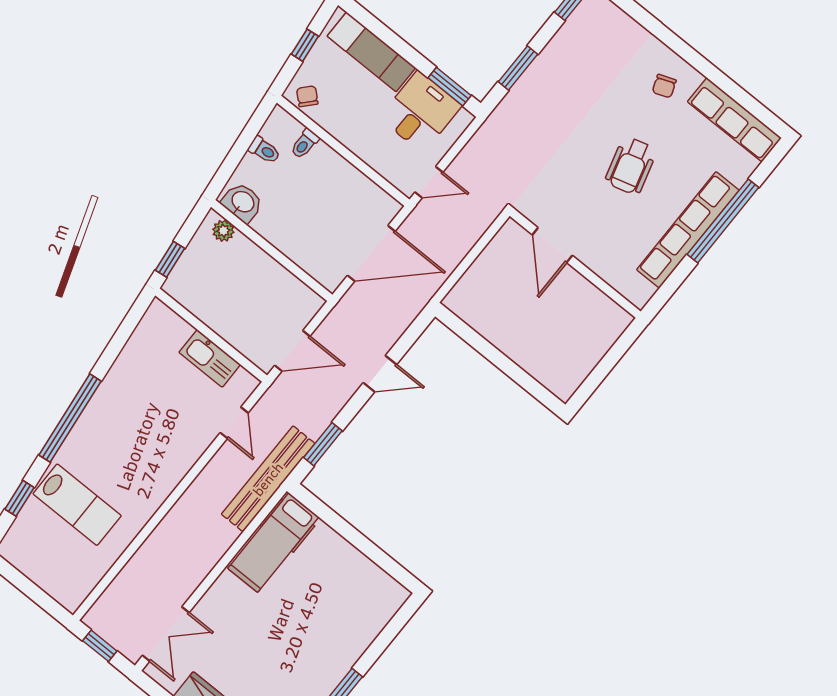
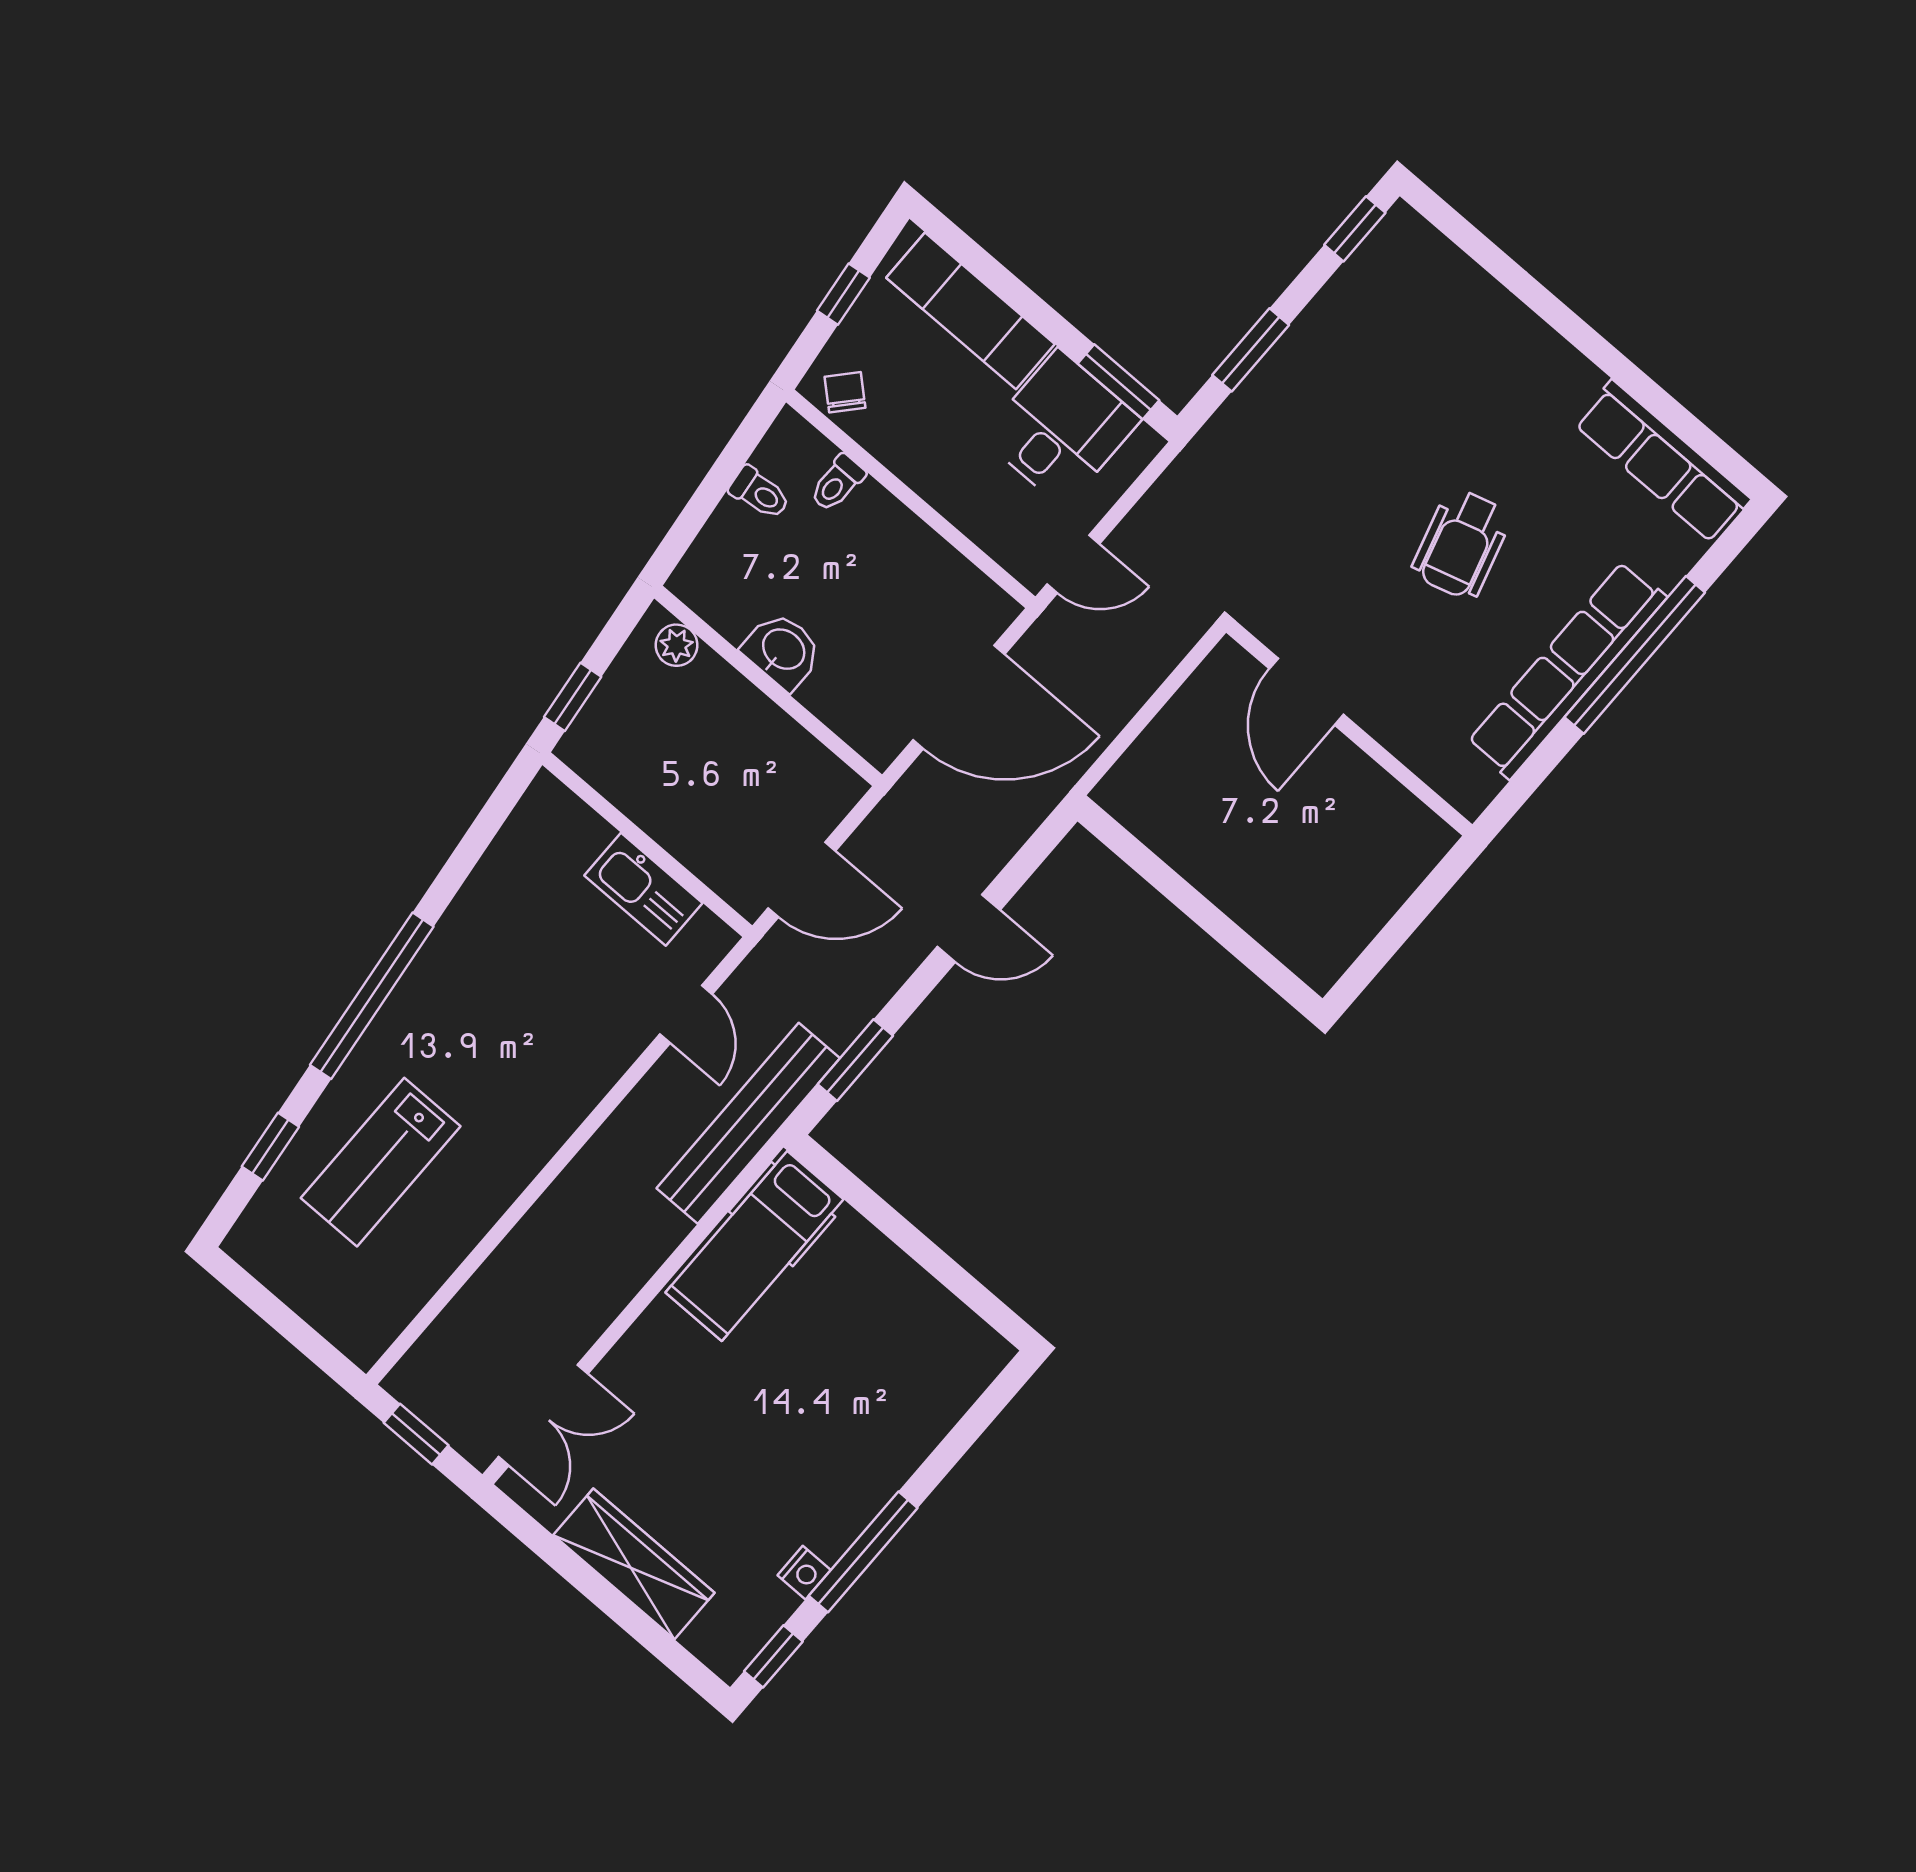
chair: (664, 86) -> (1530, 393), removed
washbasin: (242, 202) -> (783, 650), moved
lab bench: (77, 505) -> (381, 1162), turned 90

